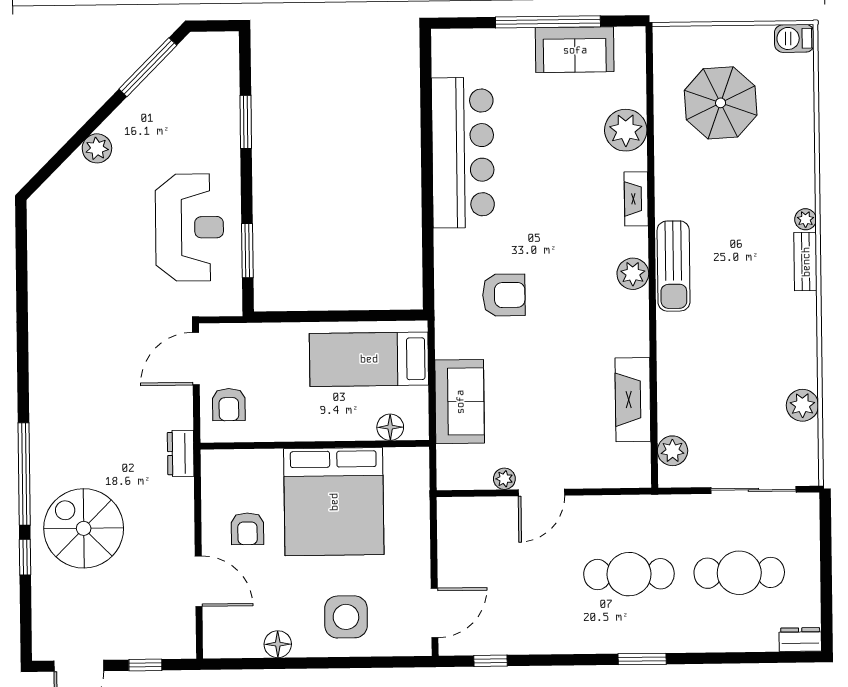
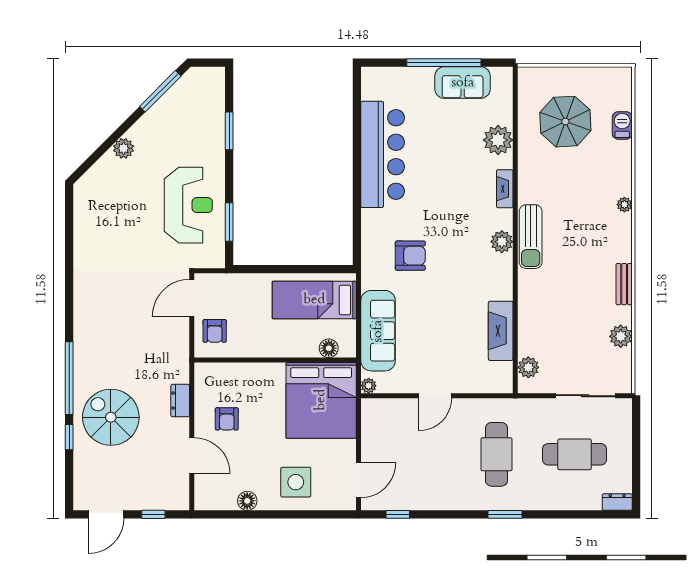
barbecue: (794, 38) -> (622, 125), moved, turned 90
bench: (806, 262) -> (624, 284), moved
sofa: (460, 402) -> (378, 331), width x1.36
dresser: (181, 453) -> (180, 401), moved
plant: (504, 479) -> (369, 386), moved
bed: (334, 502) -> (321, 400), moved
cafe table: (629, 574) -> (496, 454), turned 90

